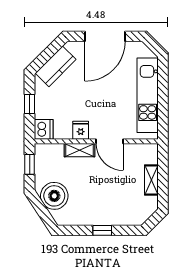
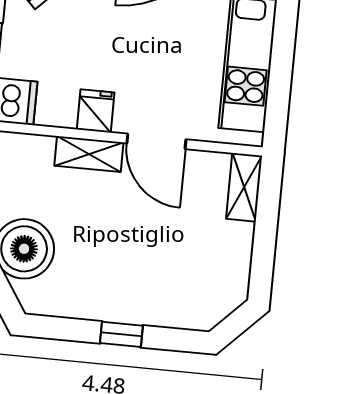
shelving: (151, 180) -> (244, 187), moved

